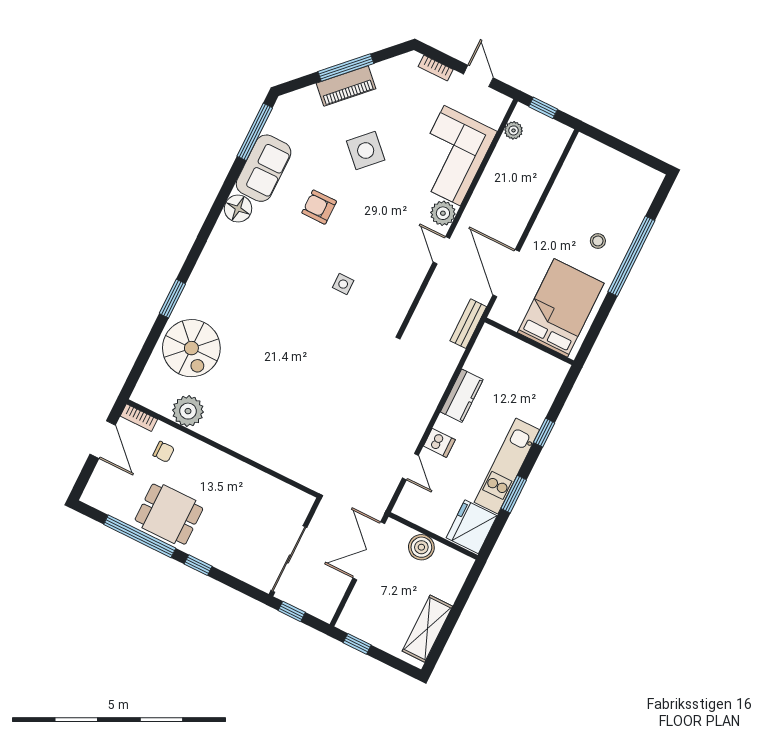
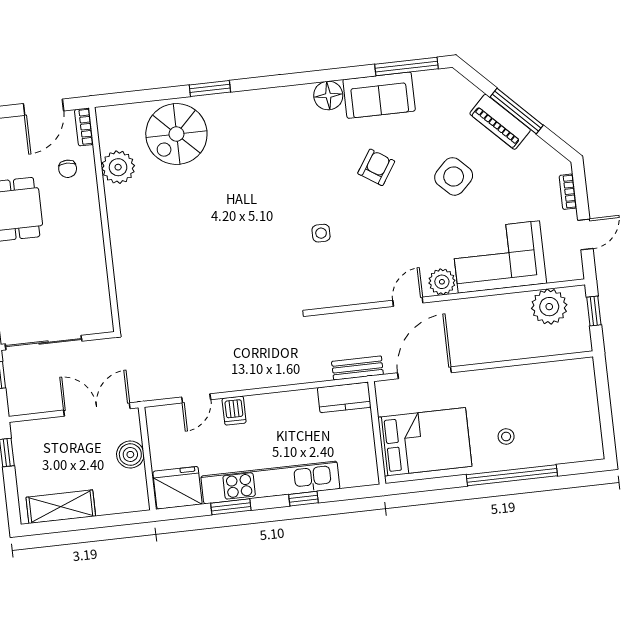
plant: (513, 130) -> (549, 307), width x1.87, depth x1.87
armchair: (319, 207) -> (376, 167), turned 33
kitchen counter: (462, 396) -> (344, 397), moved
kitchen unit: (507, 466) -> (270, 482), width x1.36

